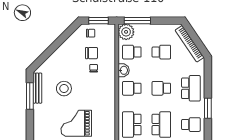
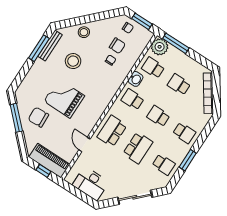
school desk: (161, 52) -> (179, 84), turned 180
stool: (58, 60) -> (84, 32), added
school desk: (191, 88) -> (184, 133), width x0.54

